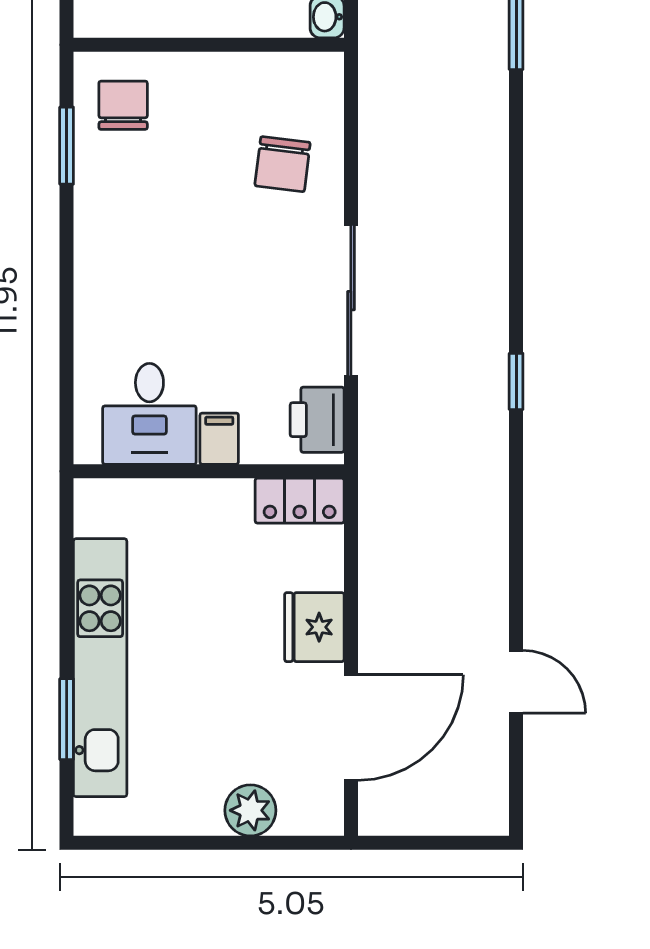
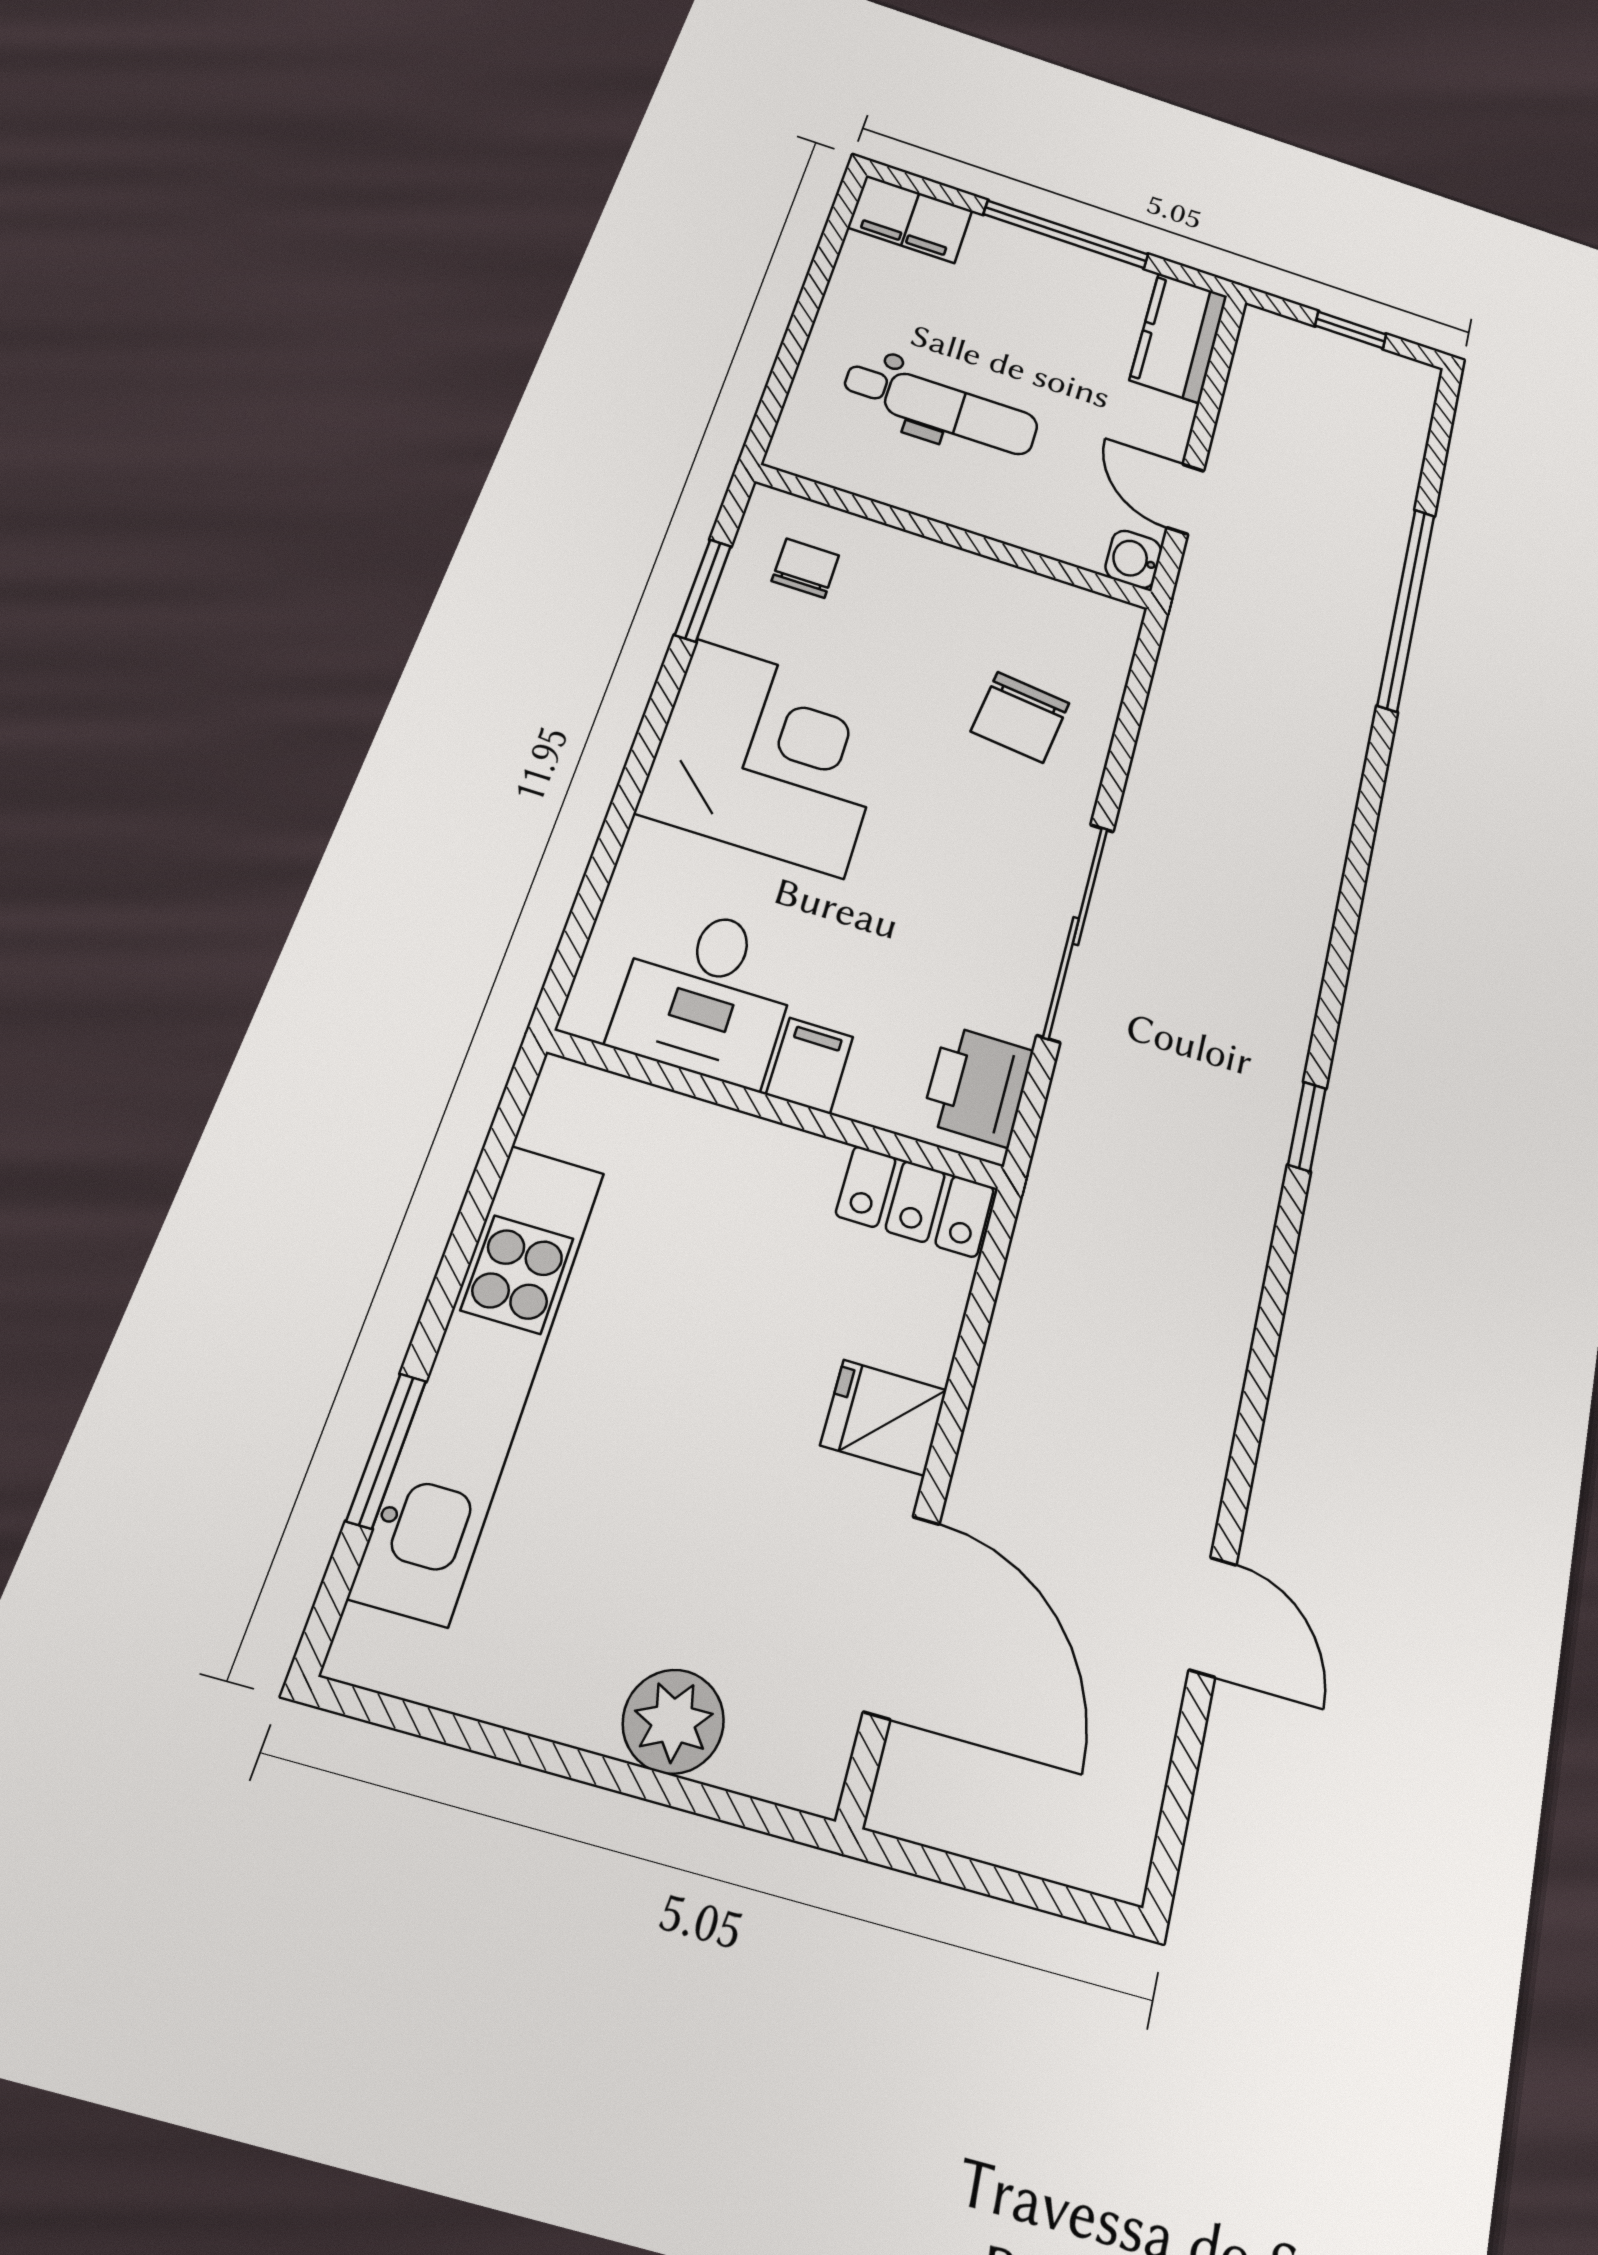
chair: (123, 105) -> (805, 568), width x0.73, depth x0.73
corner desk: (140, 248) -> (769, 757), added
fridge: (314, 627) -> (884, 1417), width x0.72
door: (351, 728) -> (902, 1616), hinge flipped

